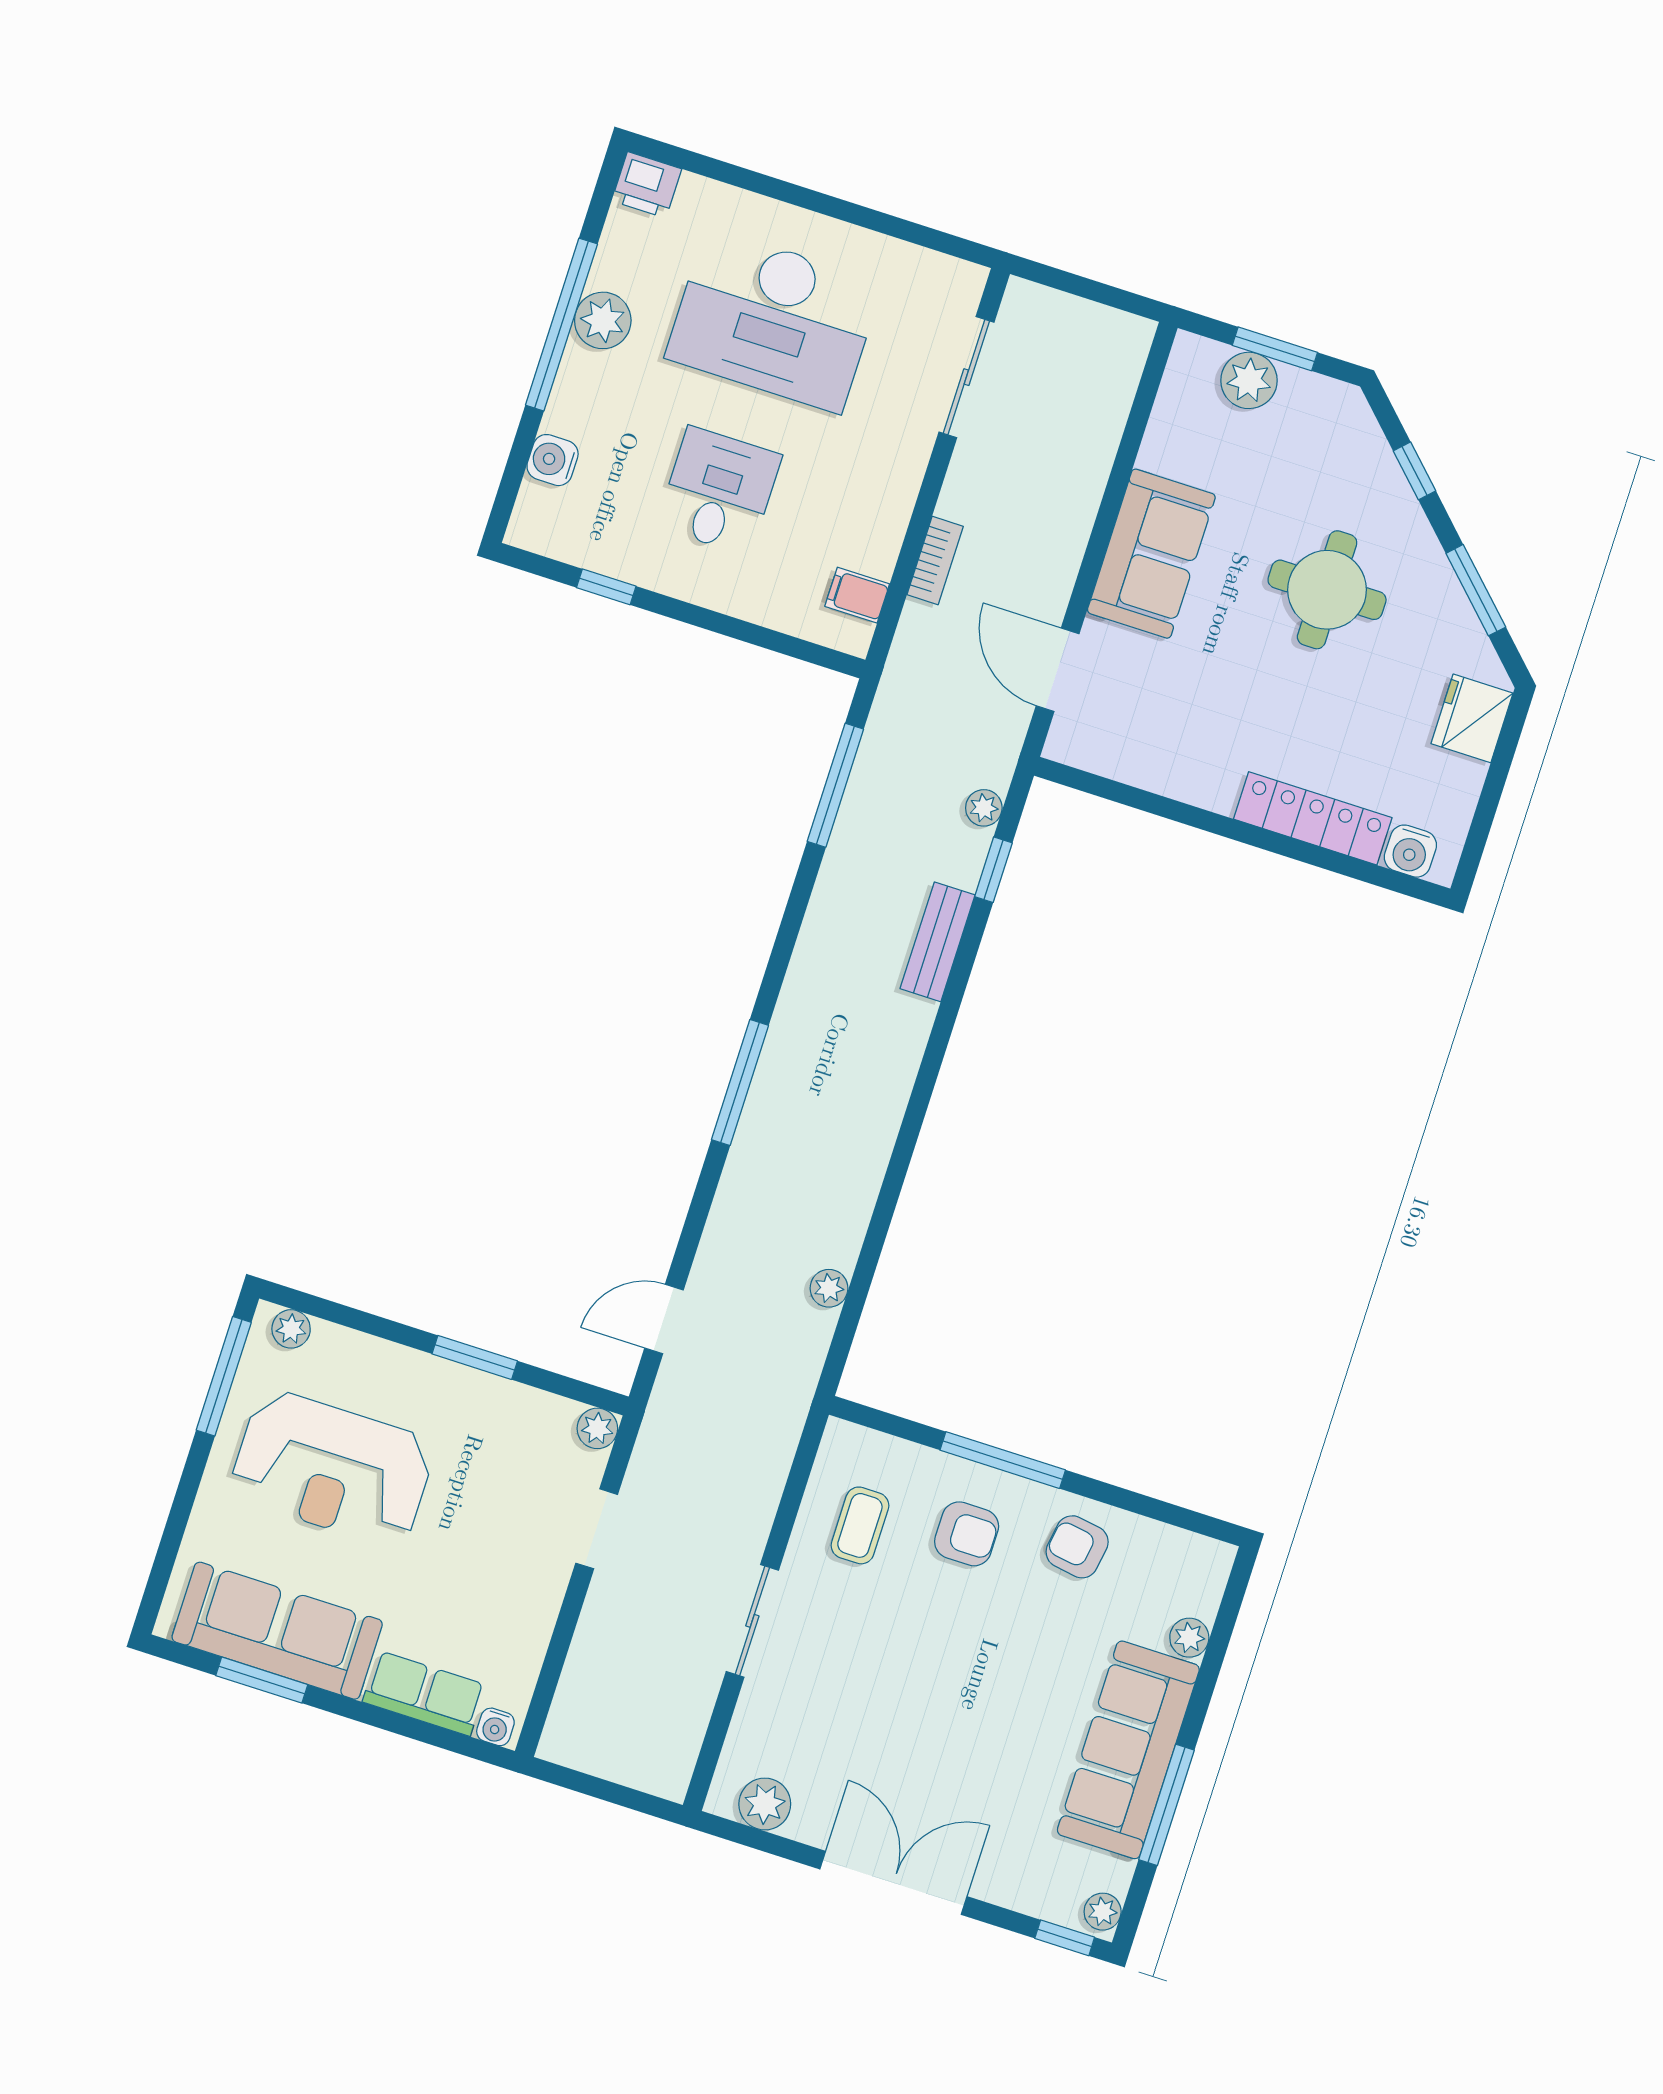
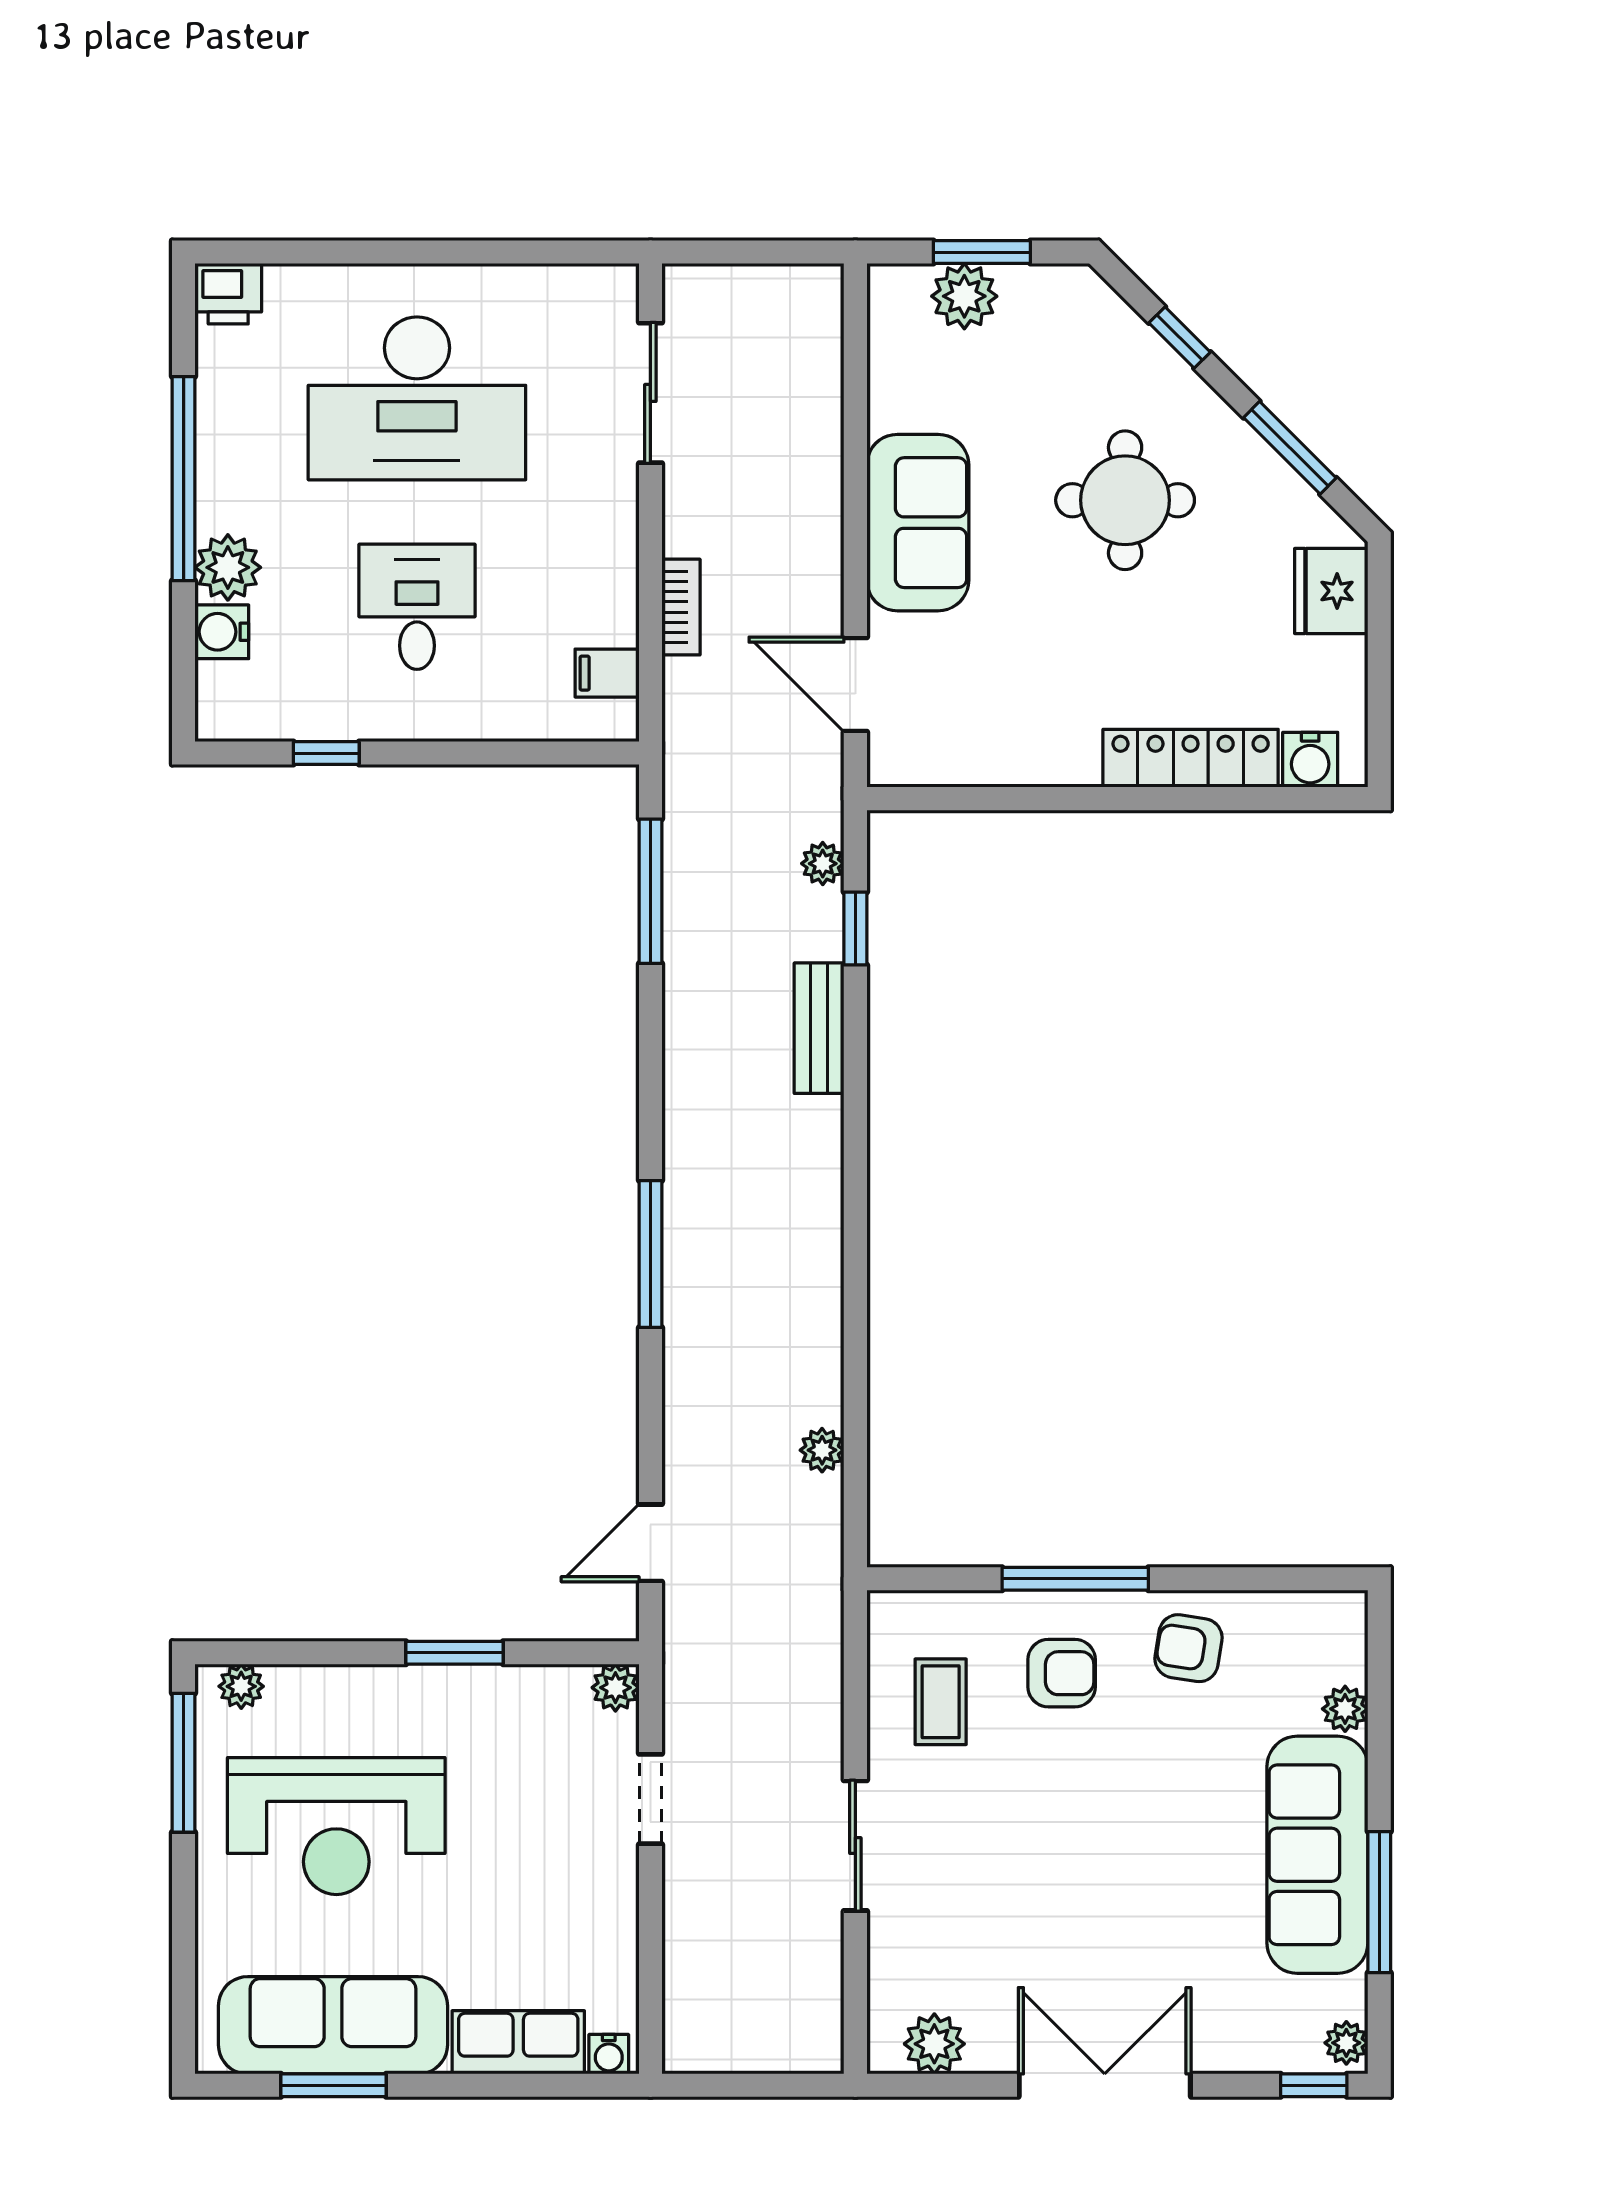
plant: (603, 320) -> (228, 567), moved

